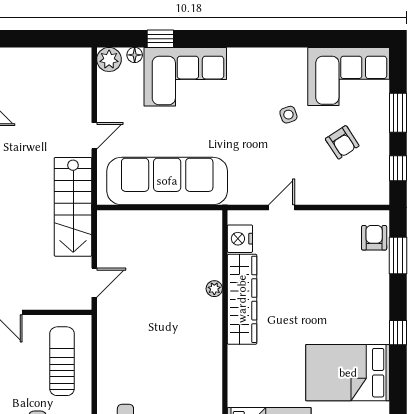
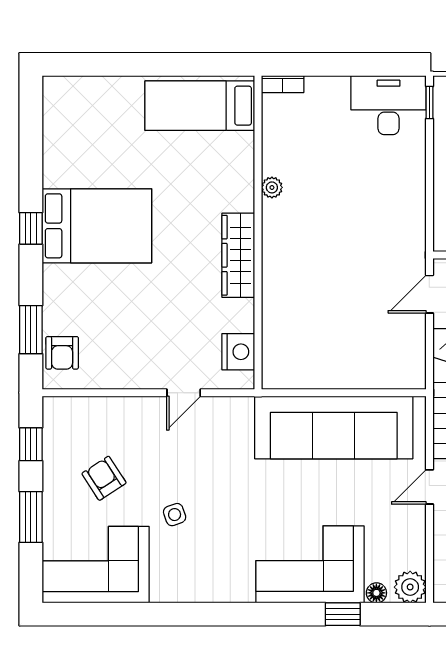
plant: (214, 289) -> (272, 187), moved
wardrobe: (242, 299) -> (238, 255), width x0.71, depth x0.85
bed: (348, 373) -> (97, 226), moved

